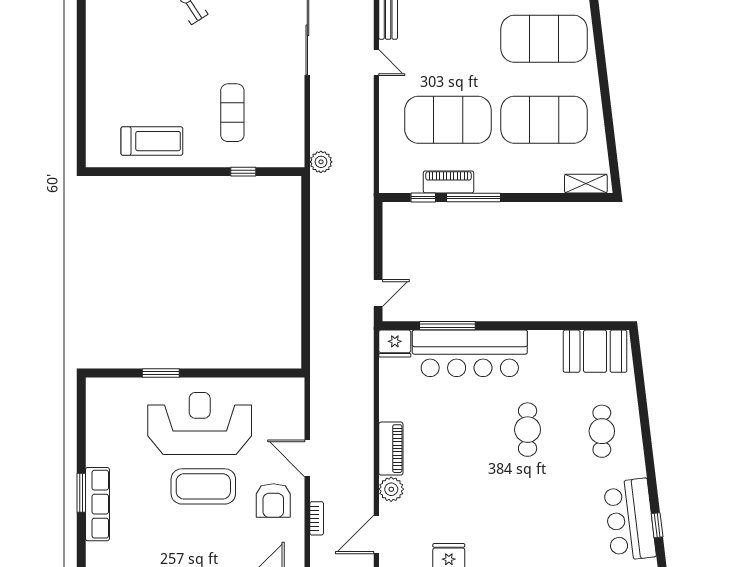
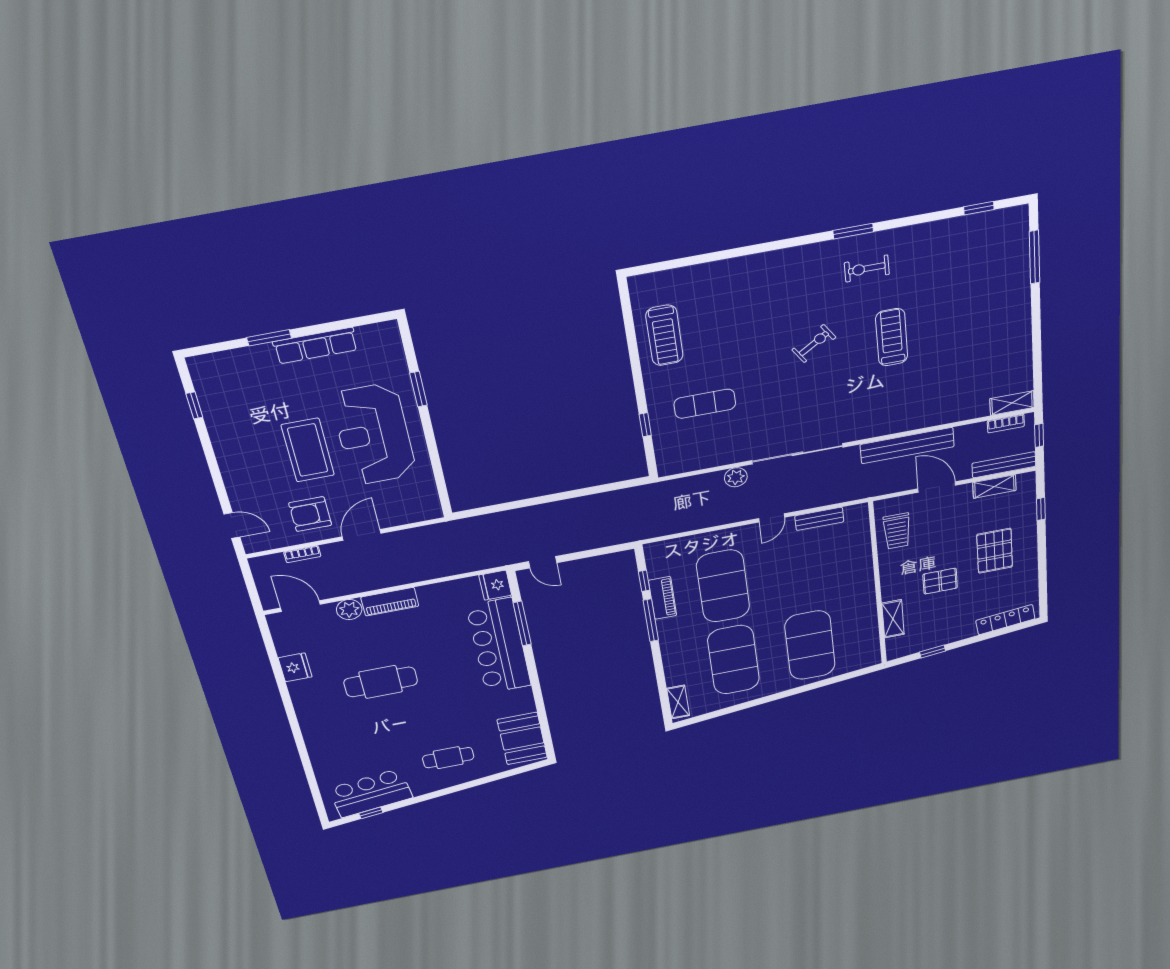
plant: (321, 162) -> (736, 477), moved
reception desk: (200, 423) -> (374, 434), turned 180
cafe table: (528, 430) -> (381, 682), moved, width x1.37, depth x1.35
row of seats: (97, 504) -> (315, 346), moved

